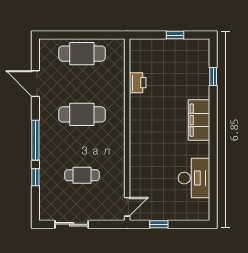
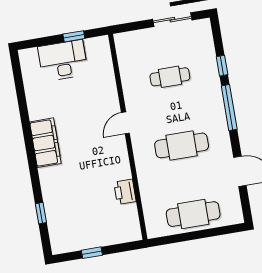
filing cabinet: (199, 120) -> (45, 143), moved
desk: (194, 178) -> (63, 60), moved, turned 90
door: (127, 207) -> (125, 123), moved

